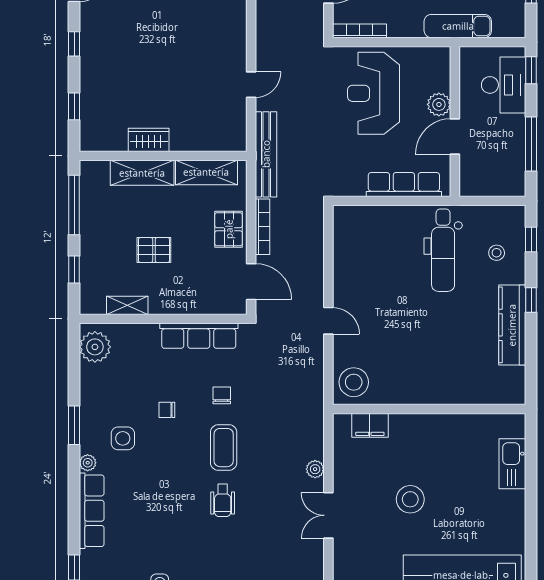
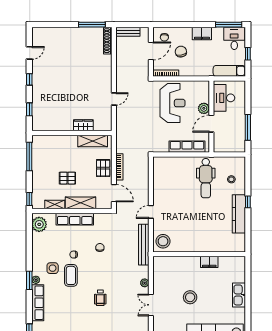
exam couch: (458, 26) -> (229, 71), moved
window: (531, 70) -> (248, 92), removed
desk: (504, 85) -> (224, 98), moved, turned 180
reception desk: (374, 93) -> (173, 103), turned 180
wardrobe: (149, 140) -> (83, 125), moved
bench: (266, 154) -> (144, 245), moved
shelving: (142, 173) -> (80, 203), moved
window: (531, 240) -> (248, 173), removed
window: (74, 270) -> (29, 199), moved
door: (328, 321) -> (151, 212), swing flipped
row of seats: (199, 336) -> (75, 219), moved
window: (74, 425) -> (29, 280), moved
filing cabinet: (370, 425) -> (209, 262), moved
coffee table: (224, 448) -> (71, 275), moved
kitchen sink: (512, 464) -> (239, 295), moved

